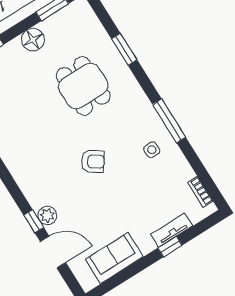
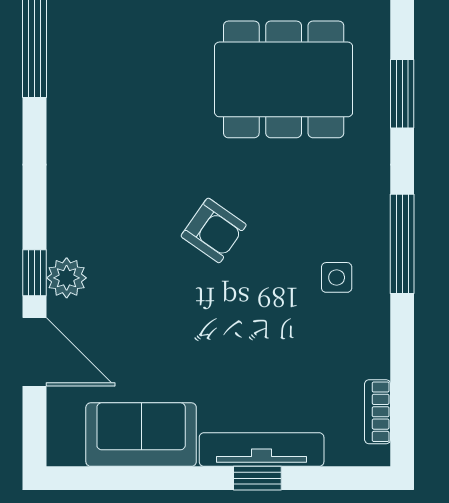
window: (124, 49) -> (402, 94), moved
dining table: (83, 86) -> (284, 79), width x1.37
tv unit: (172, 230) -> (262, 450), width x1.41

